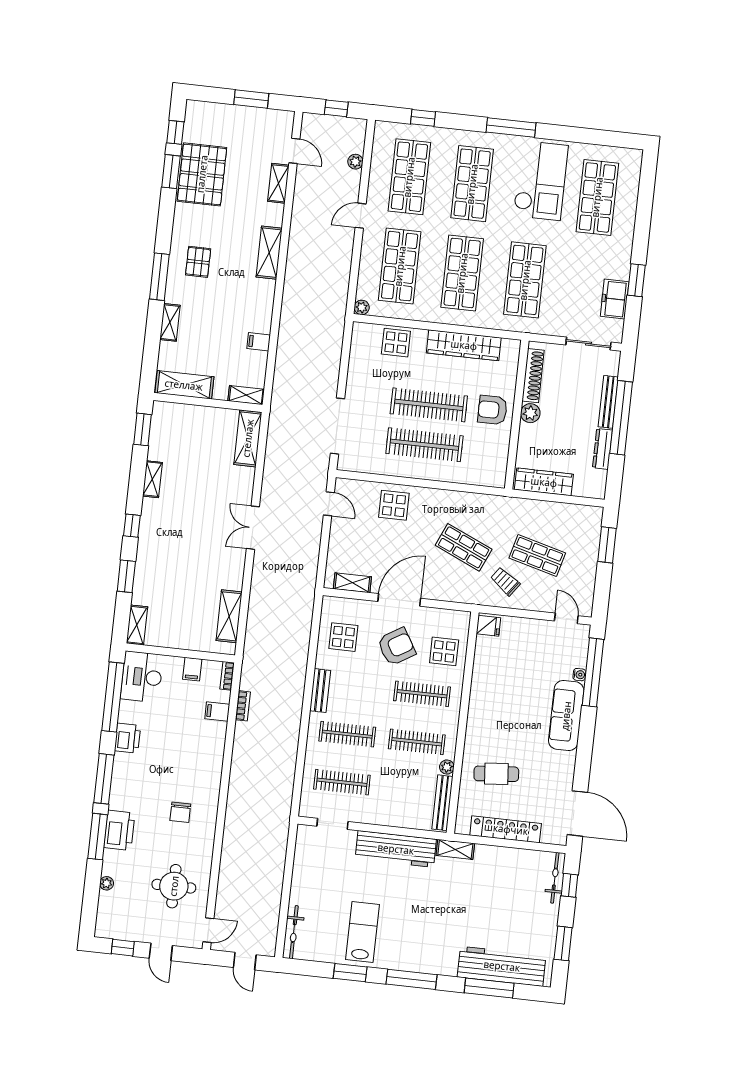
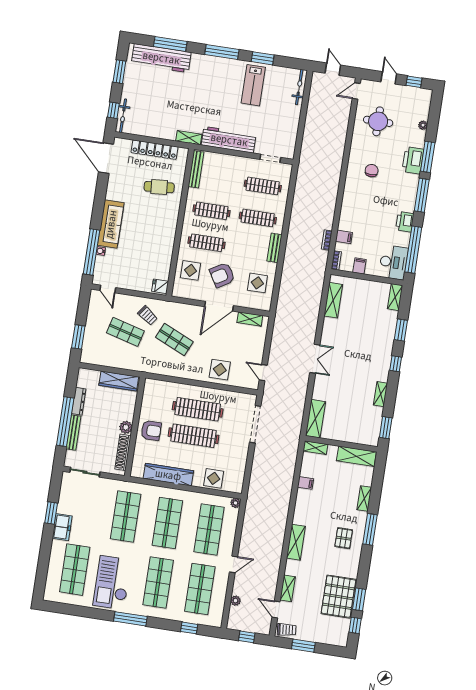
trolley: (277, 122) -> (287, 630), added
freezer: (615, 299) -> (62, 527), moved
plant: (447, 767) -> (192, 193), removed

